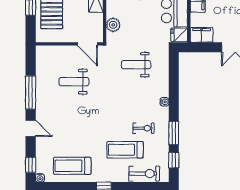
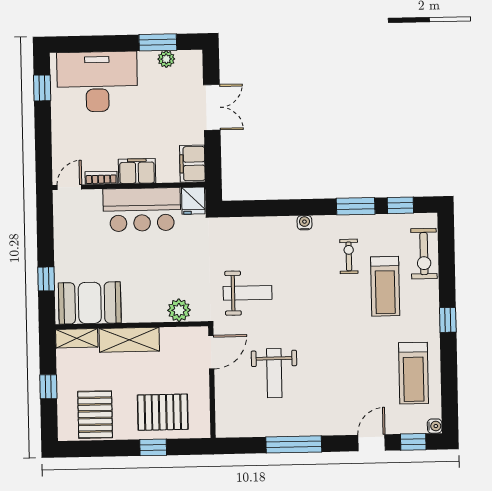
weight bench: (136, 65) -> (248, 293), moved, turned -90
door: (31, 128) -> (372, 443), moved
exercise bike: (144, 174) -> (424, 254), turned 180

